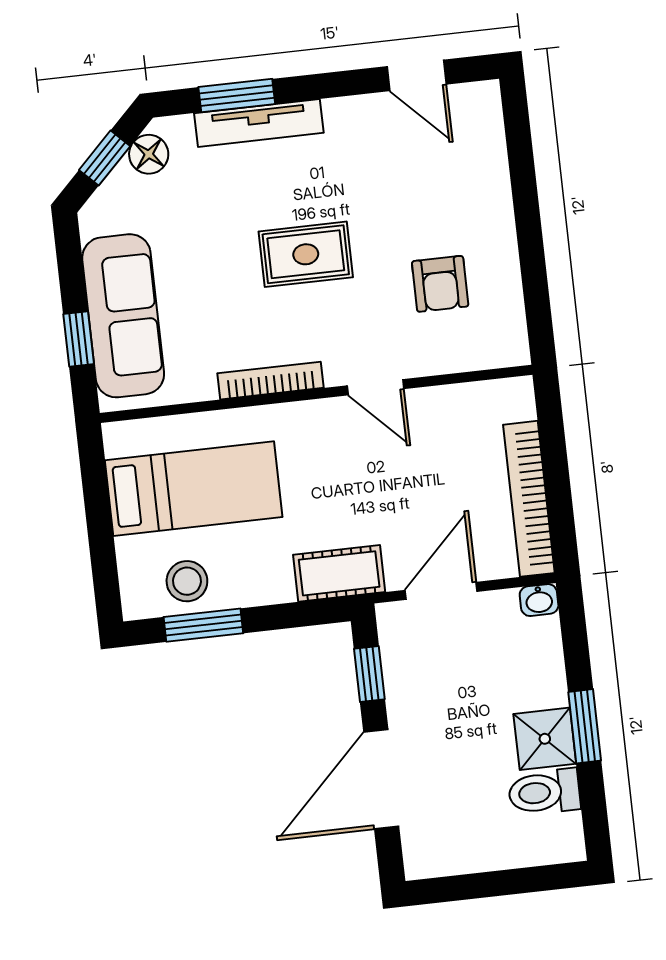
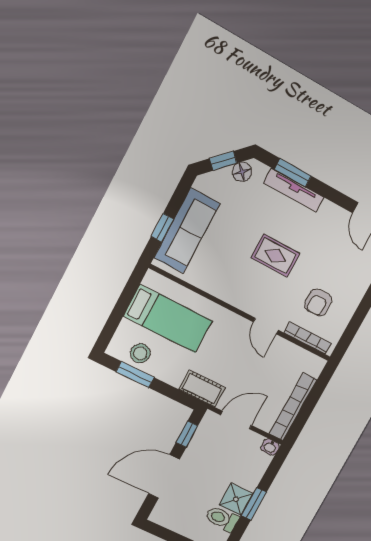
bookcase: (271, 381) -> (308, 338), moved

